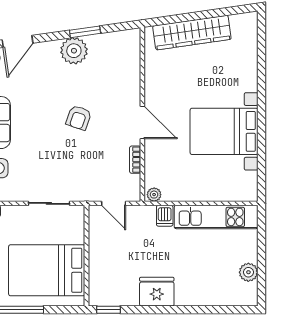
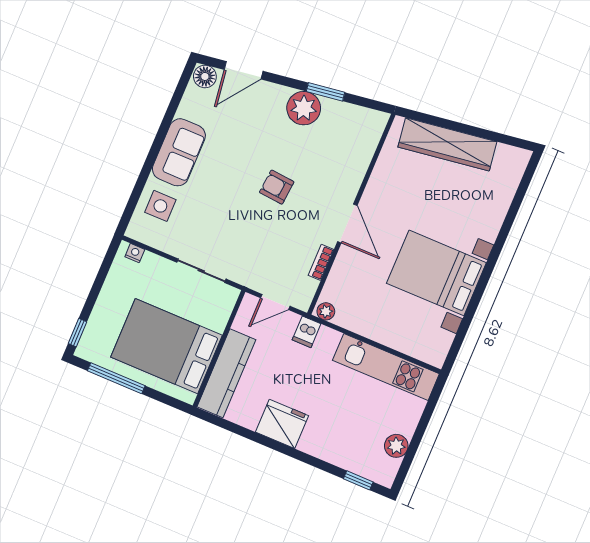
armchair: (79, 118) -> (277, 187), turned 76
door: (114, 203) -> (275, 302), hinge flipped
dishwasher: (165, 216) -> (307, 332), moved
kitchen counter: (100, 272) -> (226, 373), added
window: (109, 310) -> (358, 480), moved

